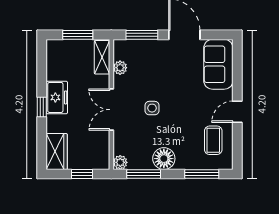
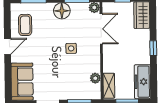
freezer: (57, 97) -> (142, 82), moved, width x1.40
double door: (111, 110) -> (101, 29), moved

